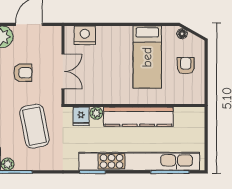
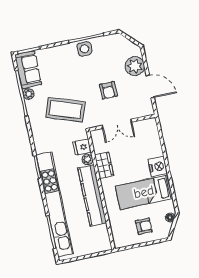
nightstand: (85, 35) -> (158, 167), moved
wardrobe: (107, 96) -> (104, 165), added
coffee table: (34, 126) -> (65, 110), turned 30

